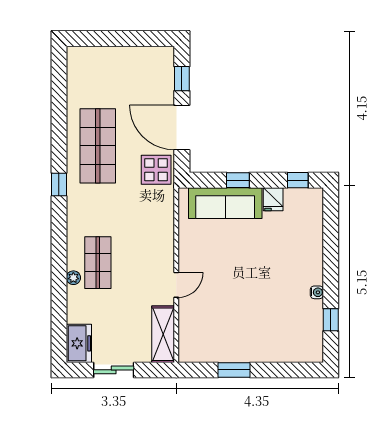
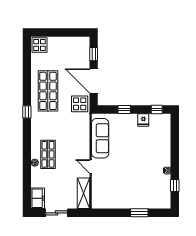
display table: (82, 62) -> (39, 45), added
sofa: (225, 203) -> (100, 138), moved, turned -90
door: (176, 285) -> (91, 166), swing flipped
window: (234, 370) -> (139, 213), moved

